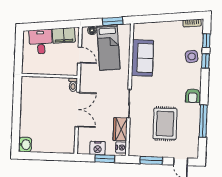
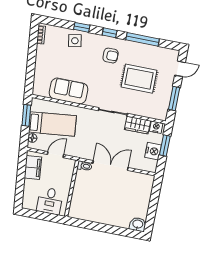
window: (206, 41) -> (110, 33), moved
desk: (41, 42) -> (50, 201), moved, turned -84
armchair: (193, 96) -> (111, 56), moved

